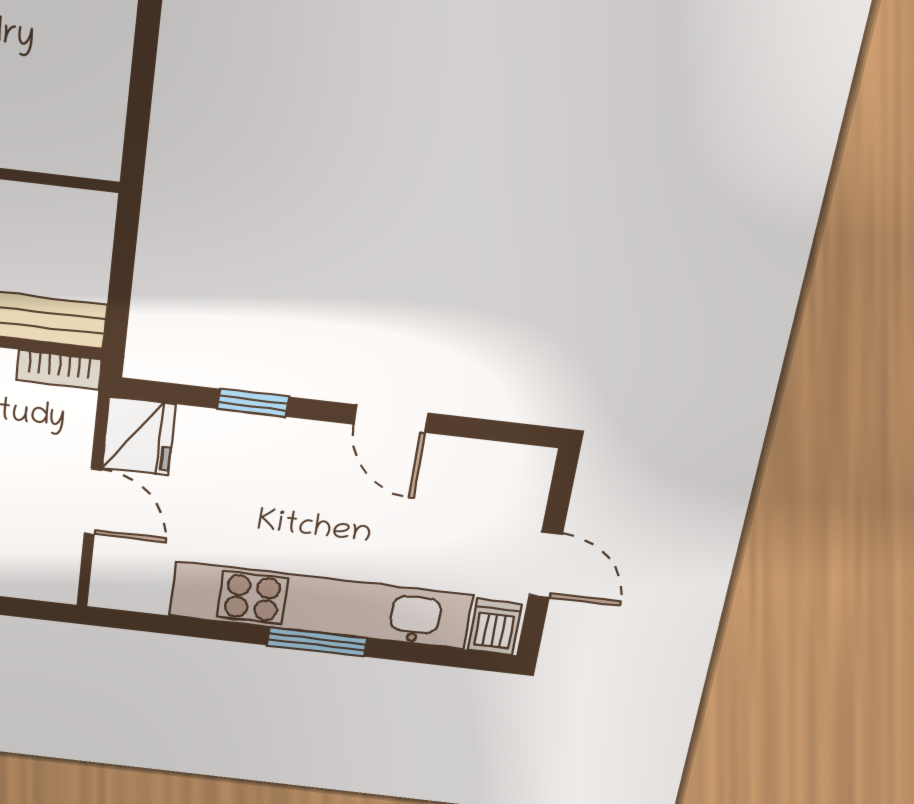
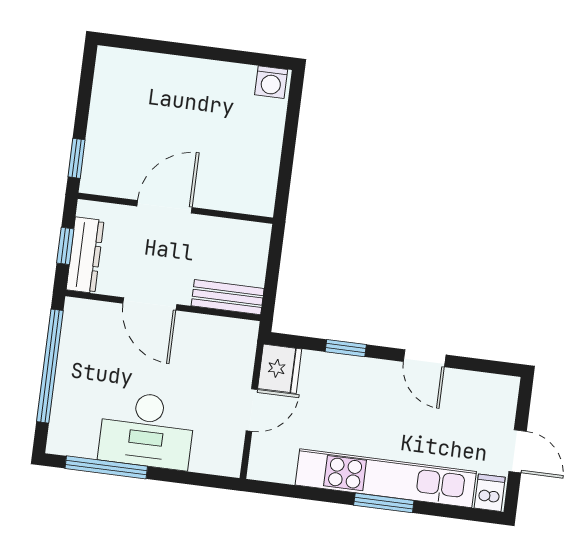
bookcase: (59, 370) -> (235, 328), removed
door: (93, 502) -> (252, 410), hinge flipped

